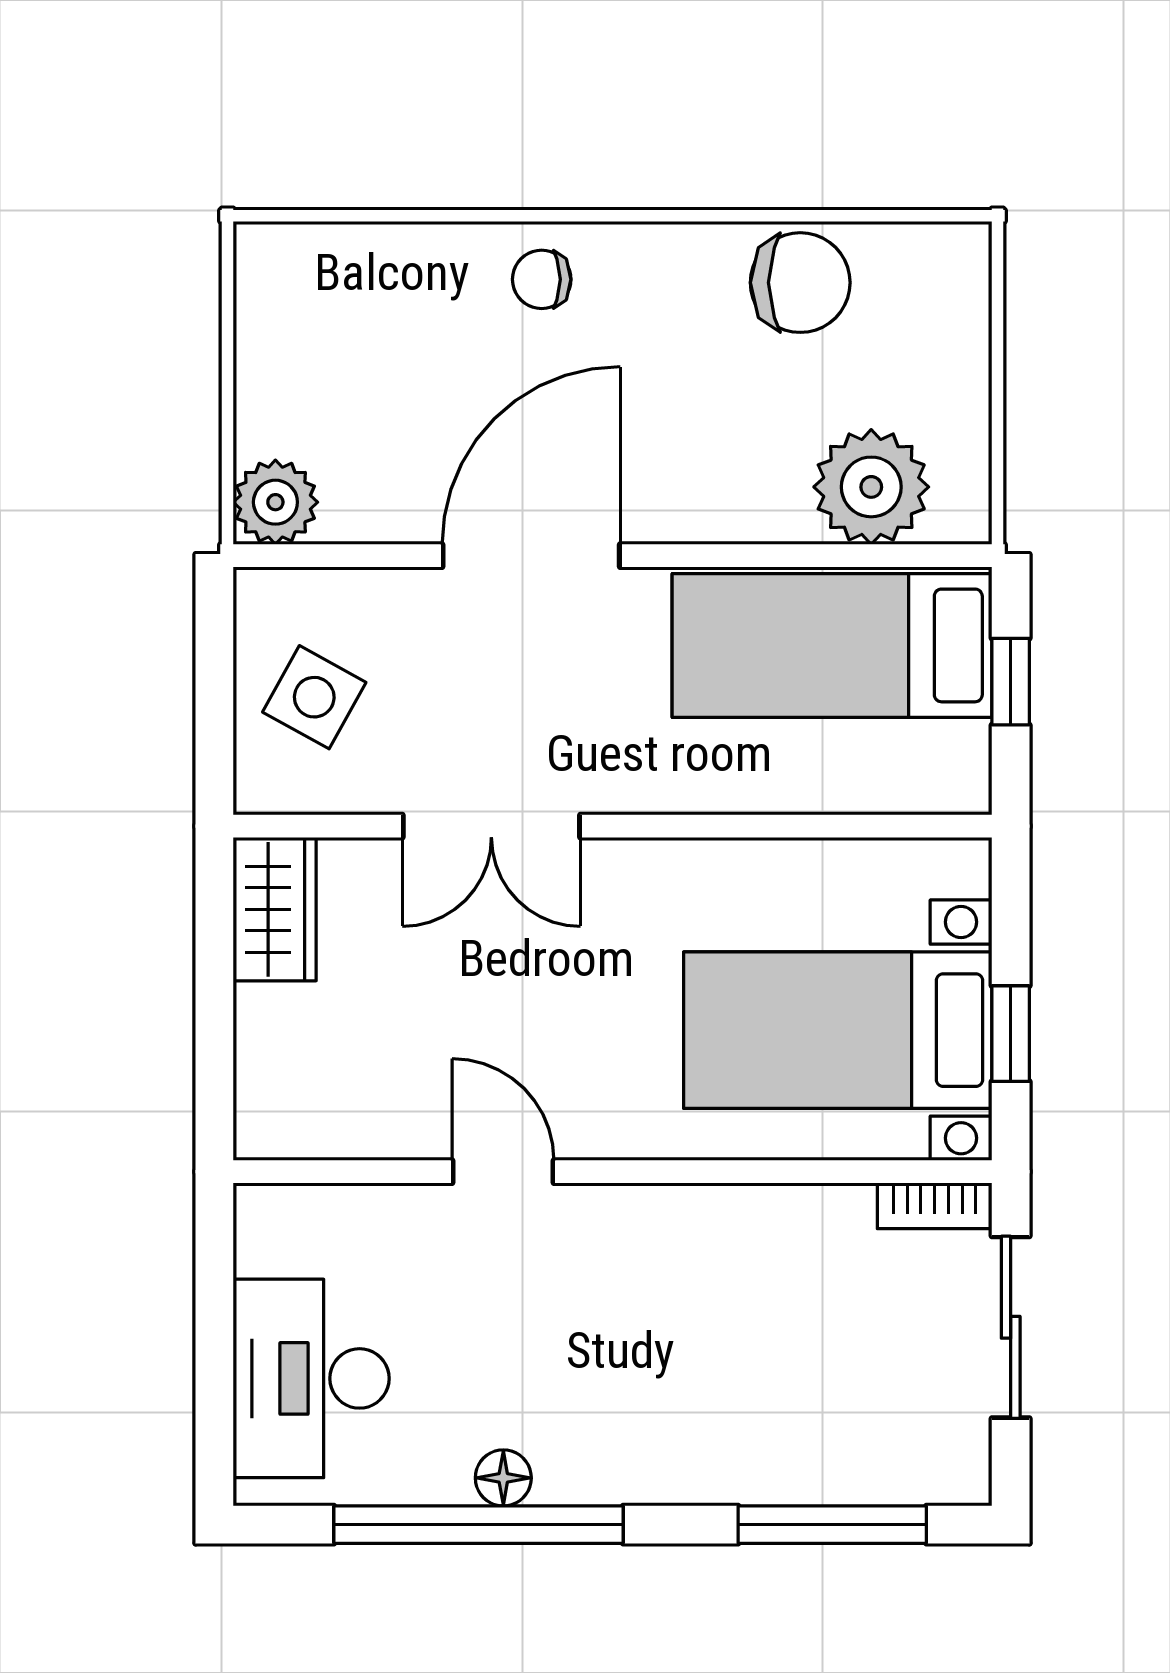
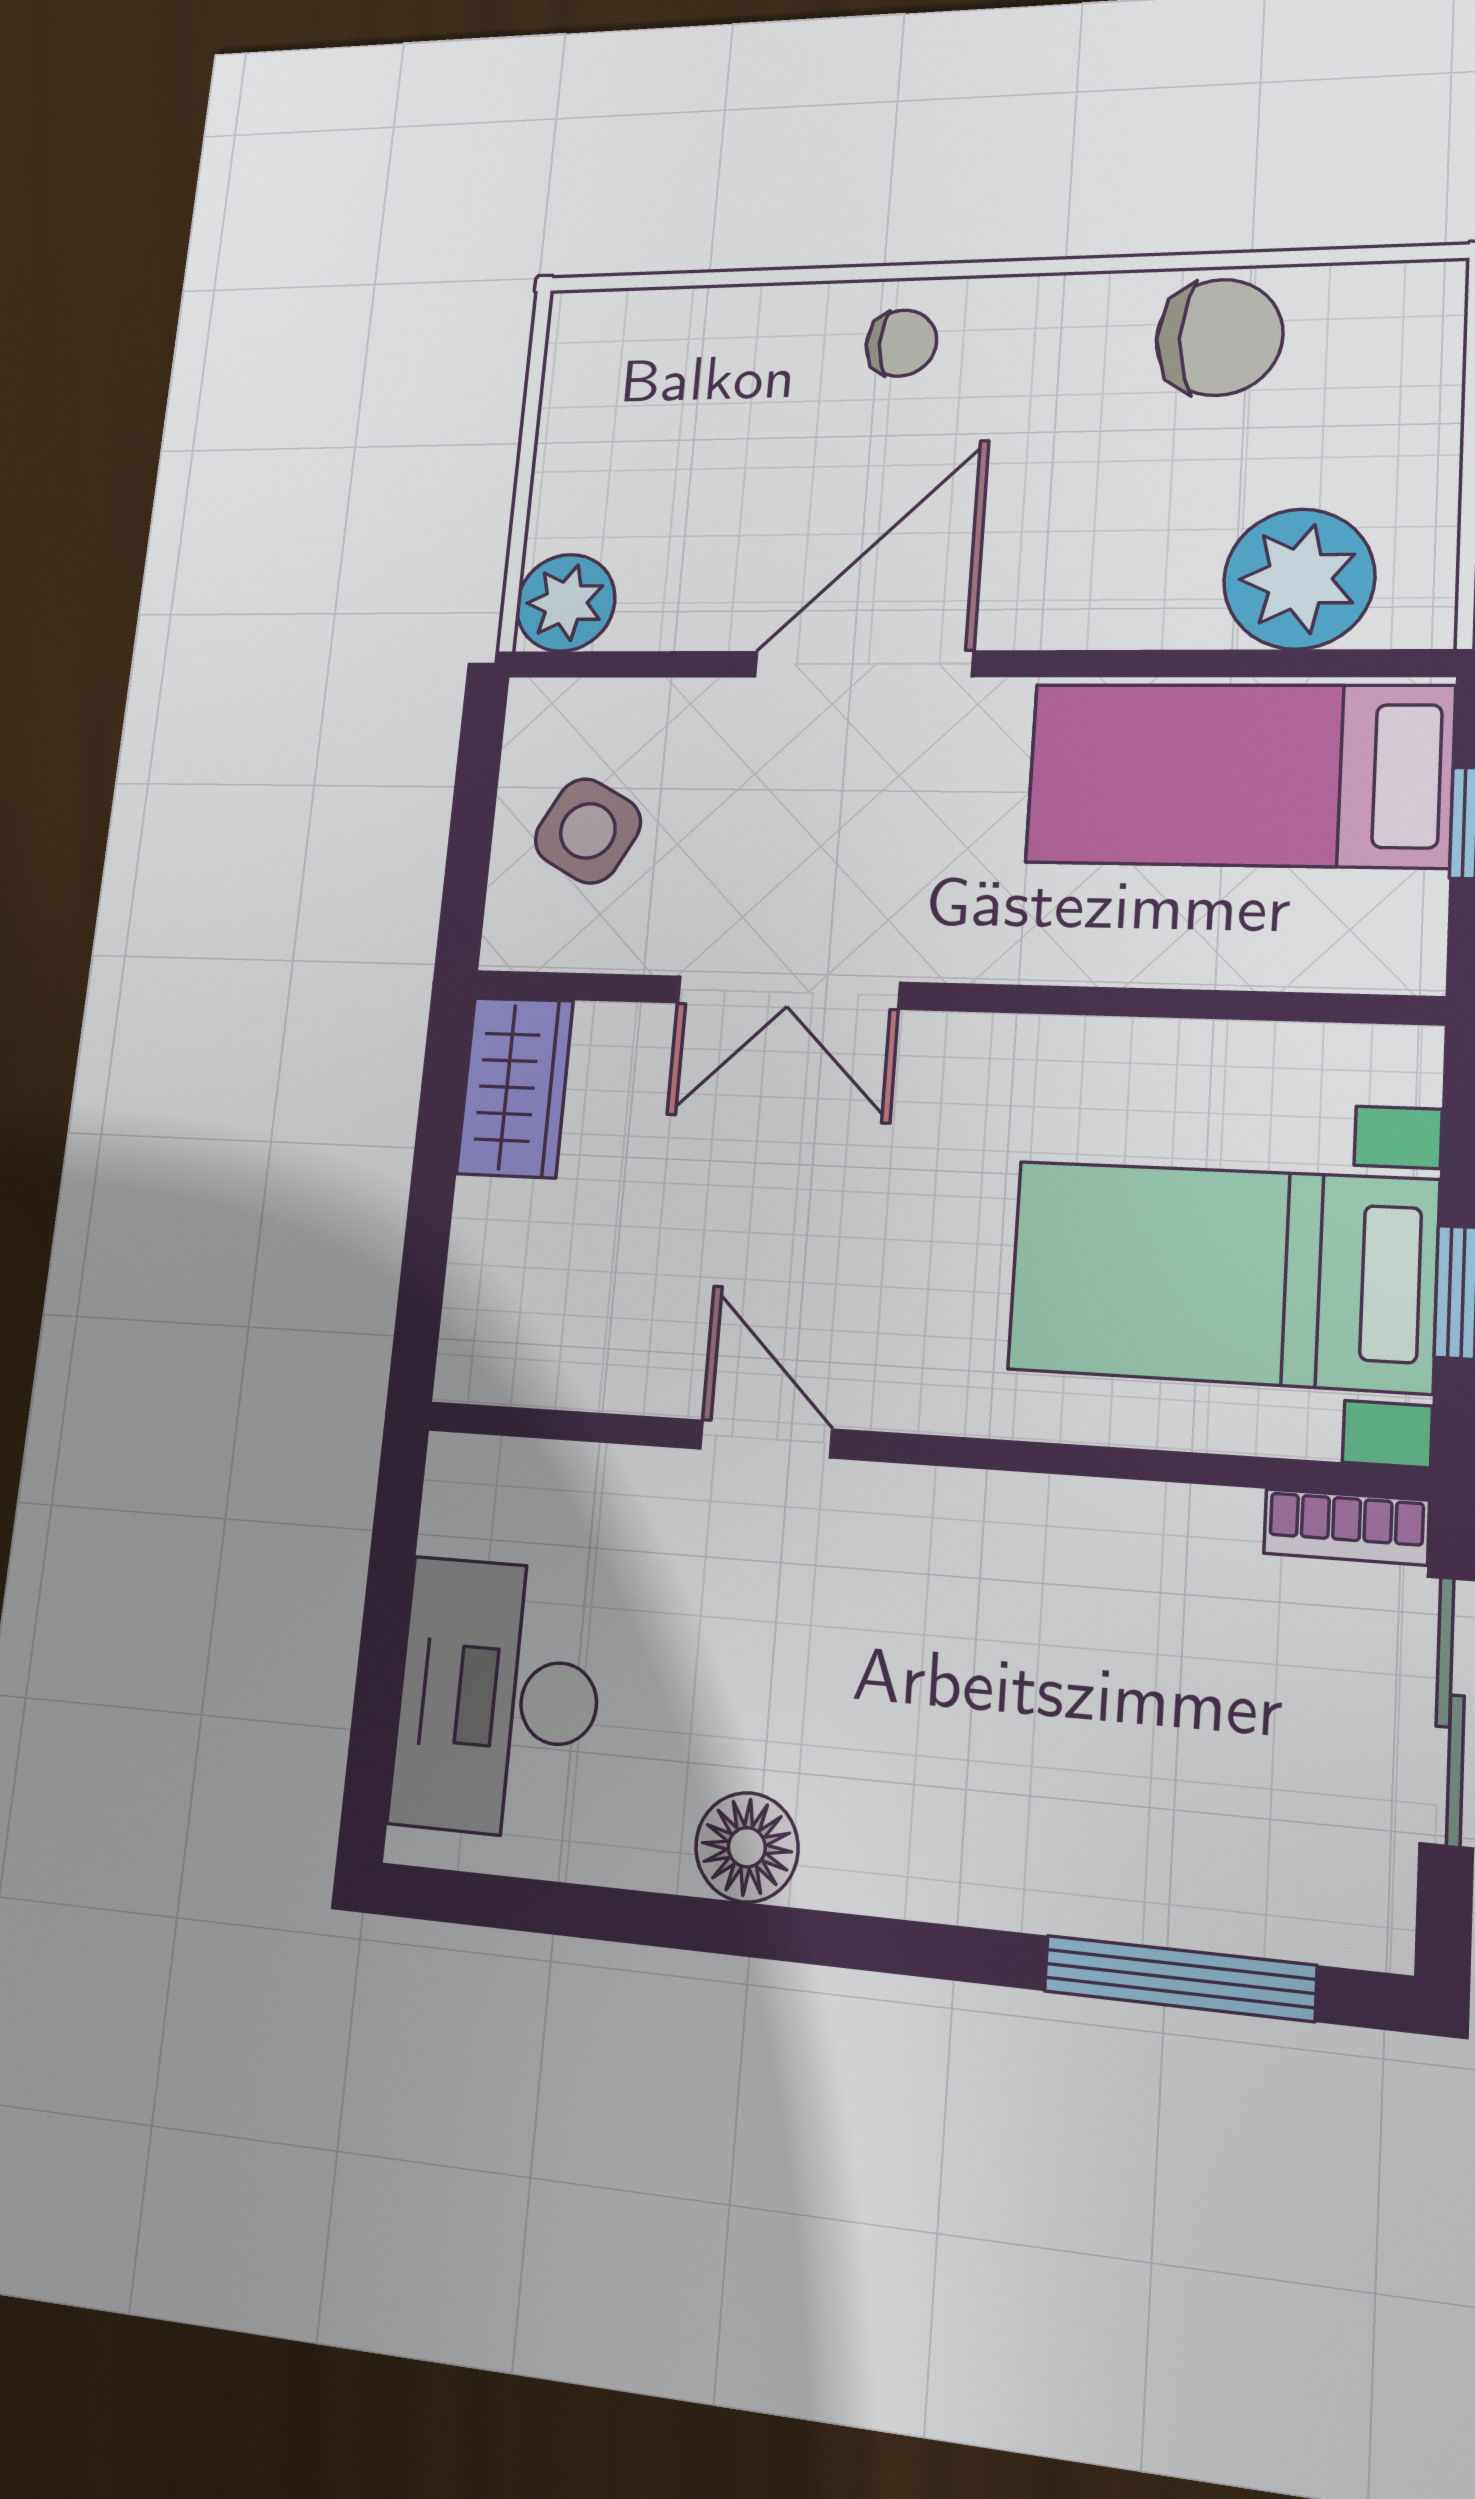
chair: (542, 279) -> (901, 343), turned 180
floor lamp: (503, 1478) -> (747, 1847), width x1.37, depth x1.37
window: (479, 1525) -> (694, 1924), removed

